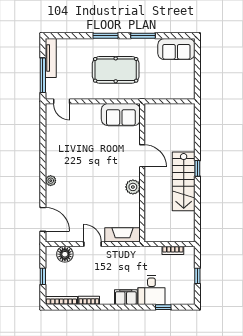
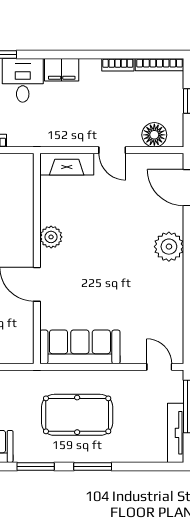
sofa: (121, 115) -> (80, 347), width x1.36
plant: (51, 181) -> (169, 247), width x1.87, depth x1.87

